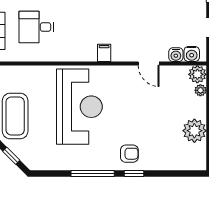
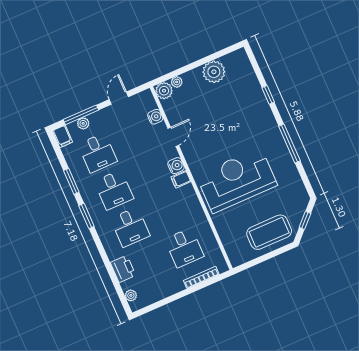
water cooler: (192, 54) -> (176, 166), moved
armchair: (129, 154) -> (258, 119), removed
window: (134, 174) -> (268, 95), moved

